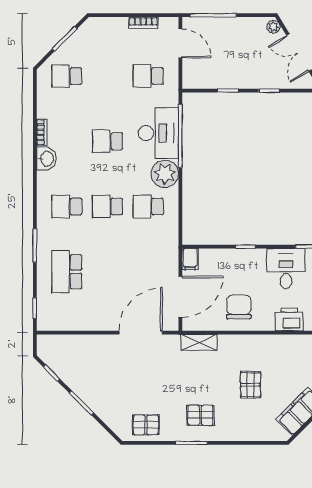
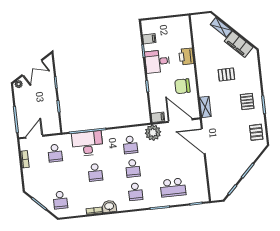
plant: (165, 174) -> (153, 133), moved

